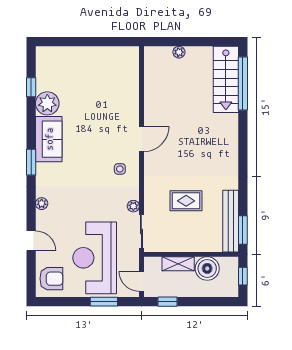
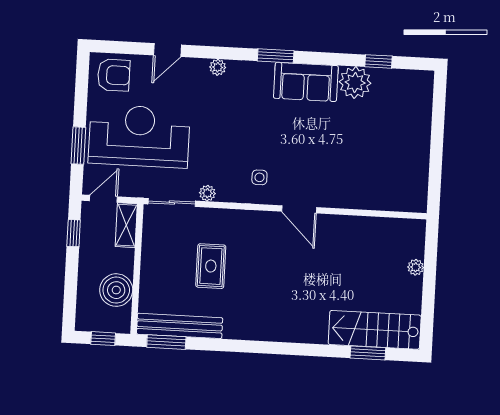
window: (243, 83) -> (368, 353), width x0.47
shelving: (178, 264) -> (126, 225), moved
armchair: (51, 279) -> (114, 75), turned -90

